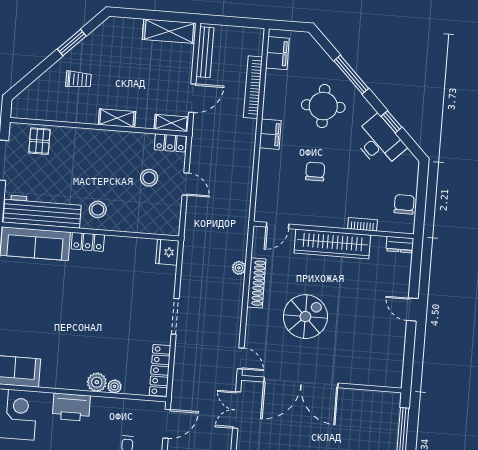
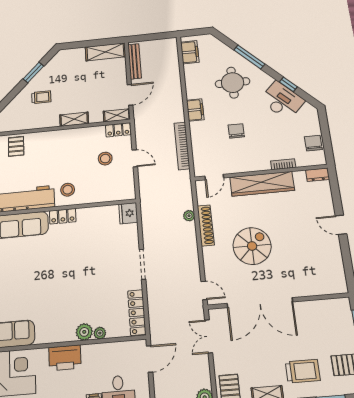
bookcase: (253, 87) -> (182, 146), moved

